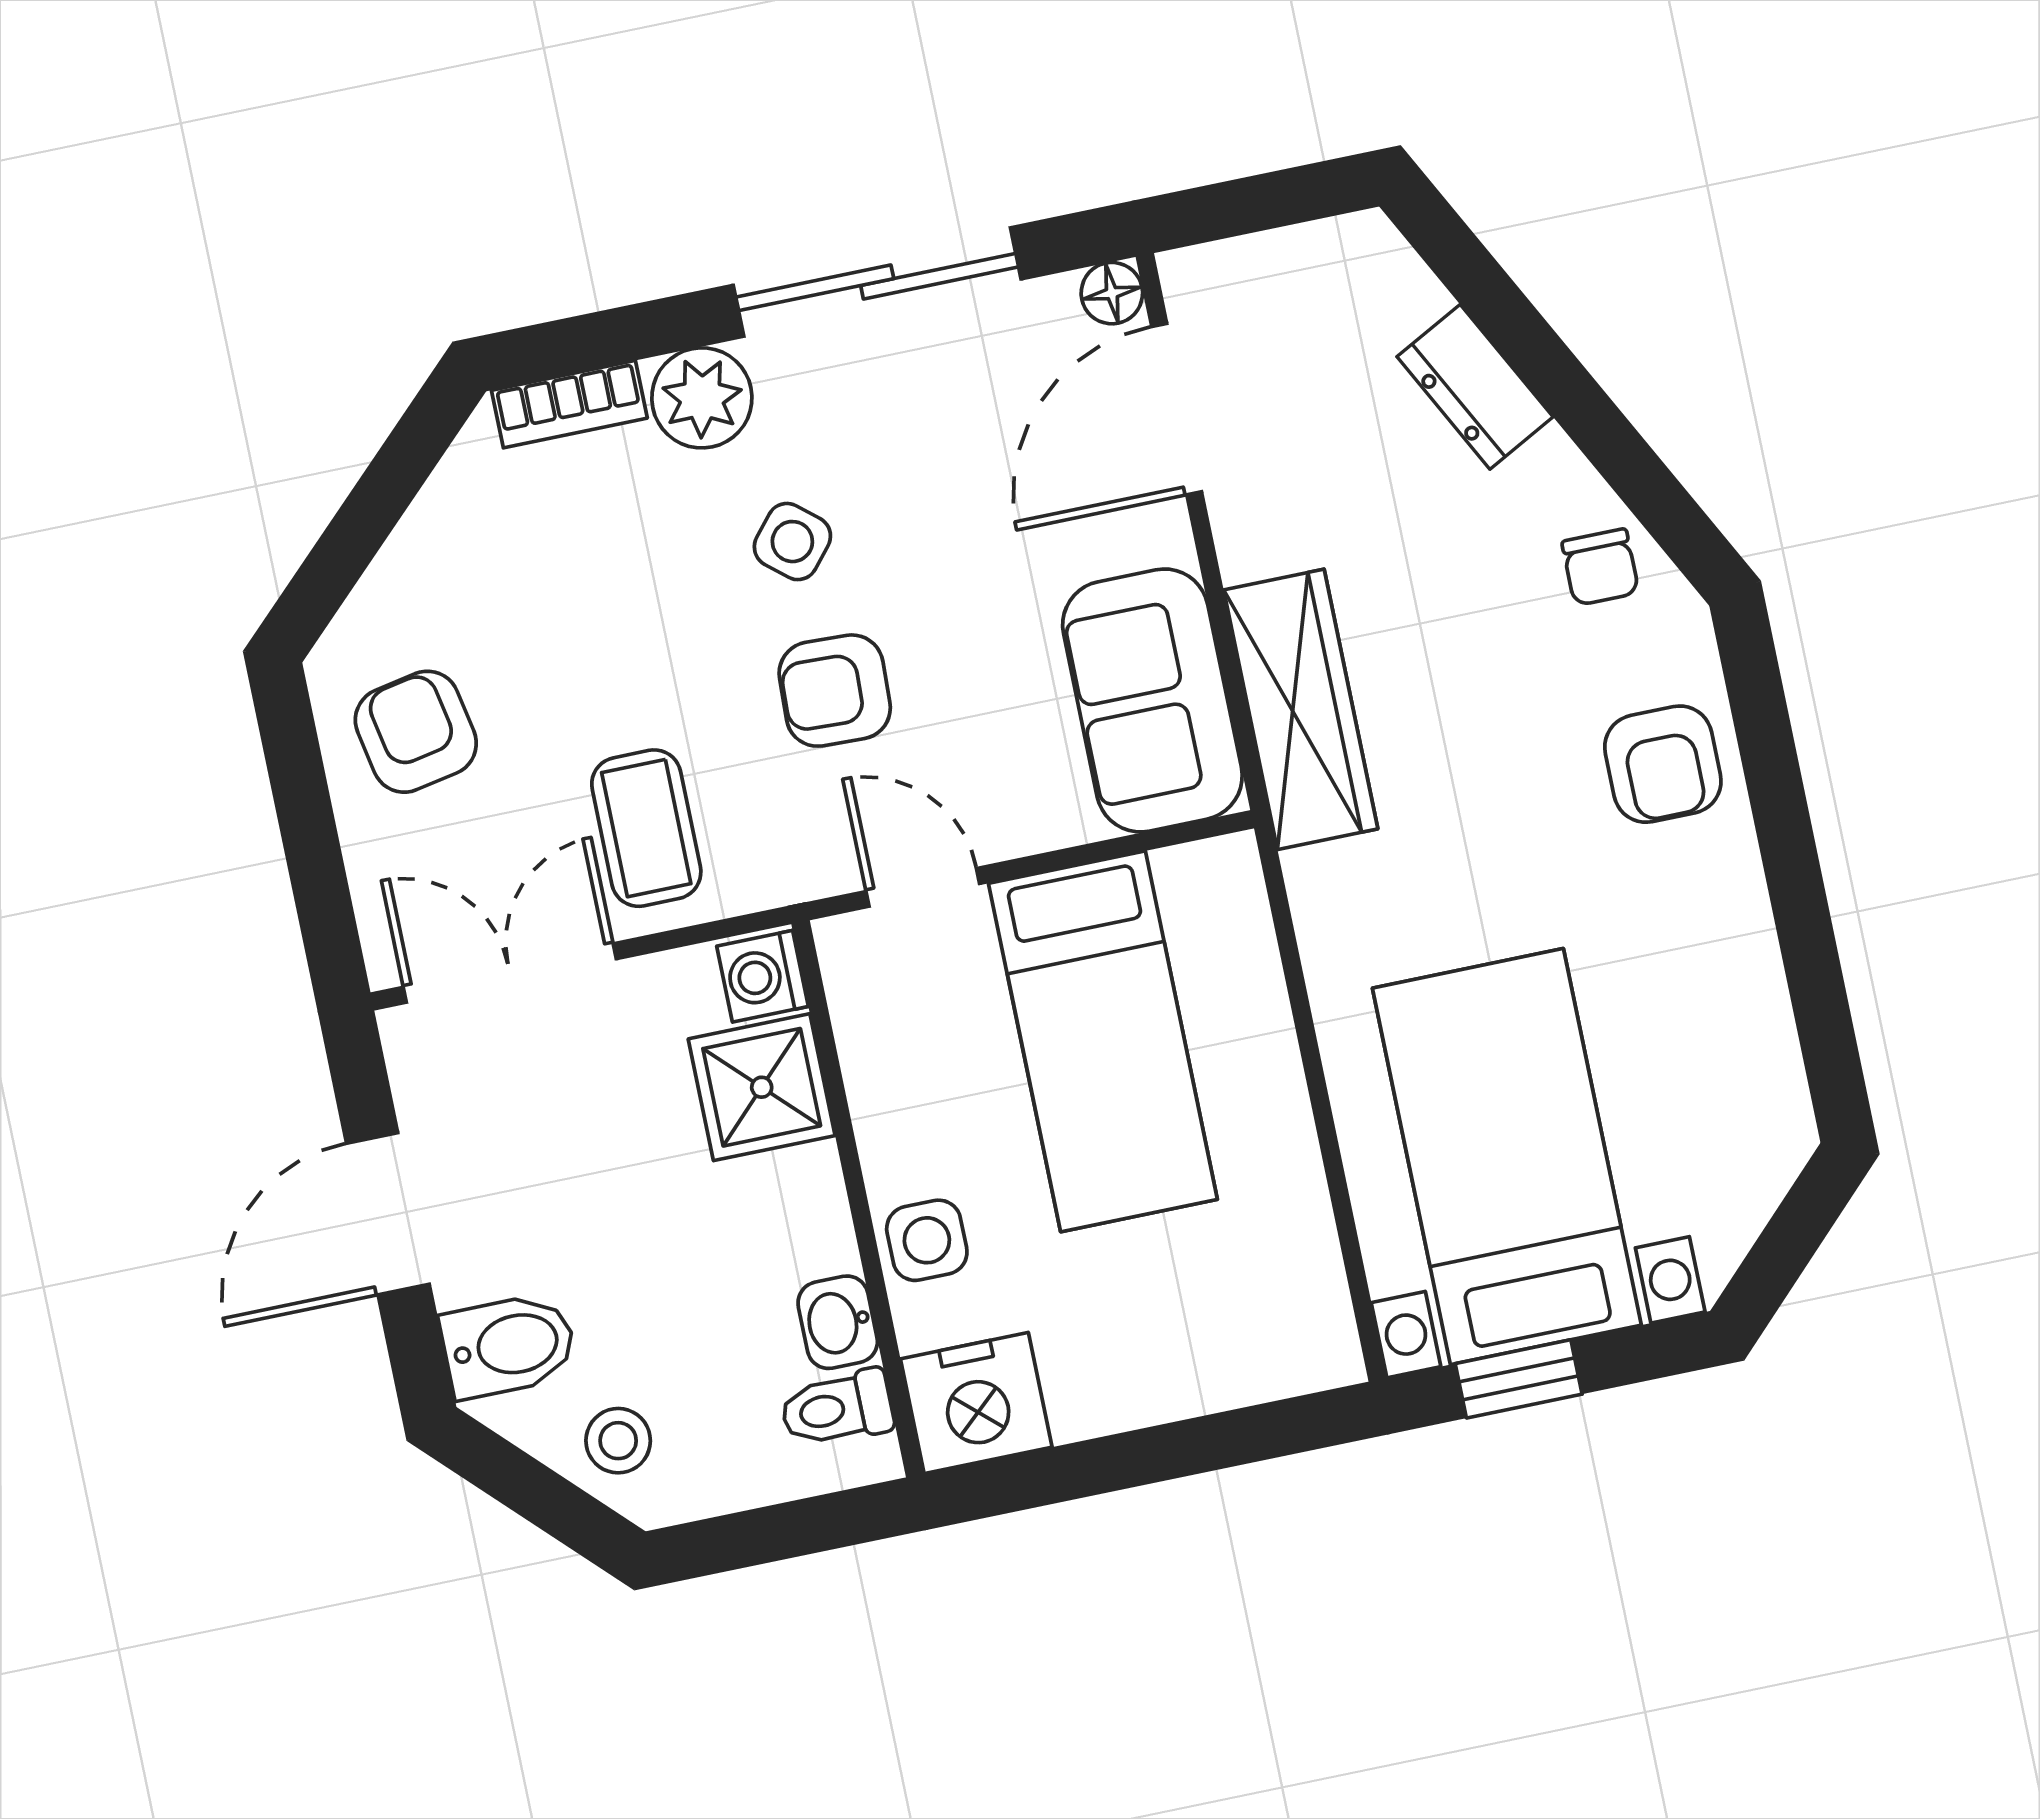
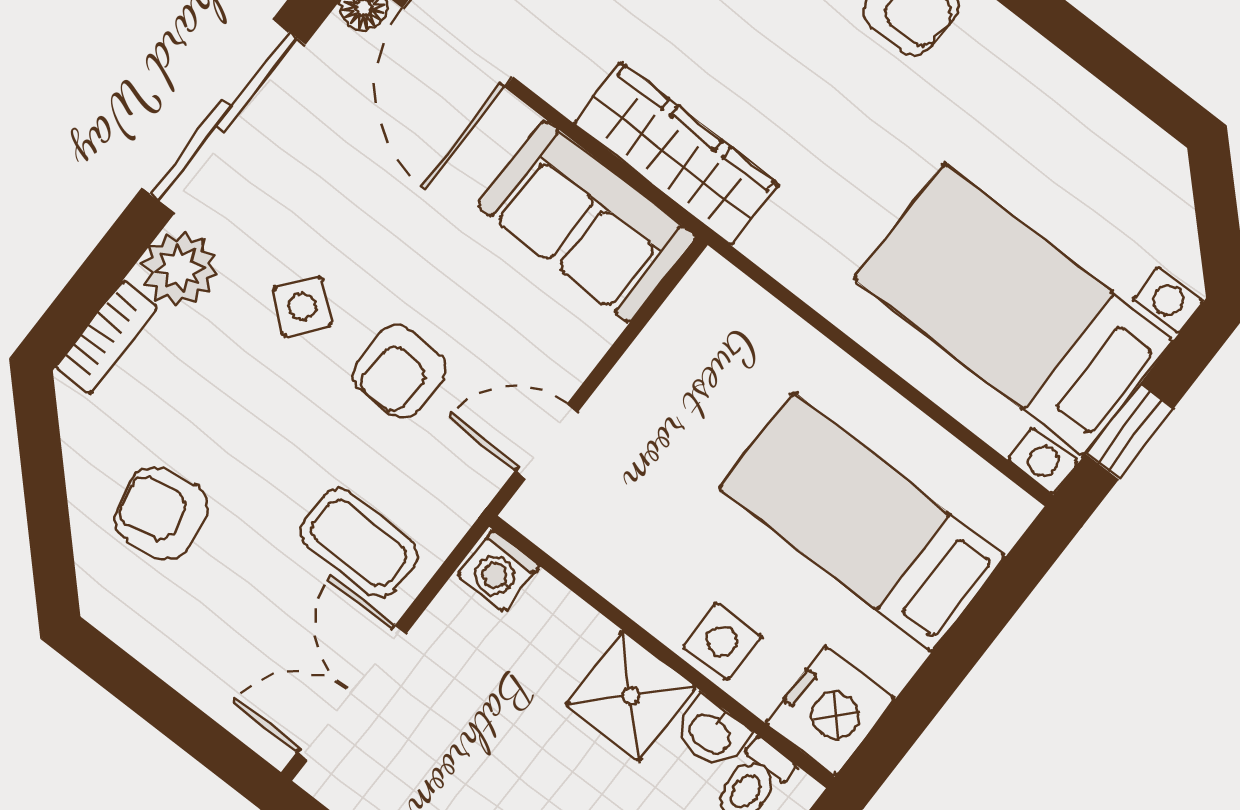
armchair: (416, 732) -> (161, 513), moved
bed: (1103, 1041) -> (862, 522), moved, turned 180
shower: (762, 1087) -> (631, 696), moved

